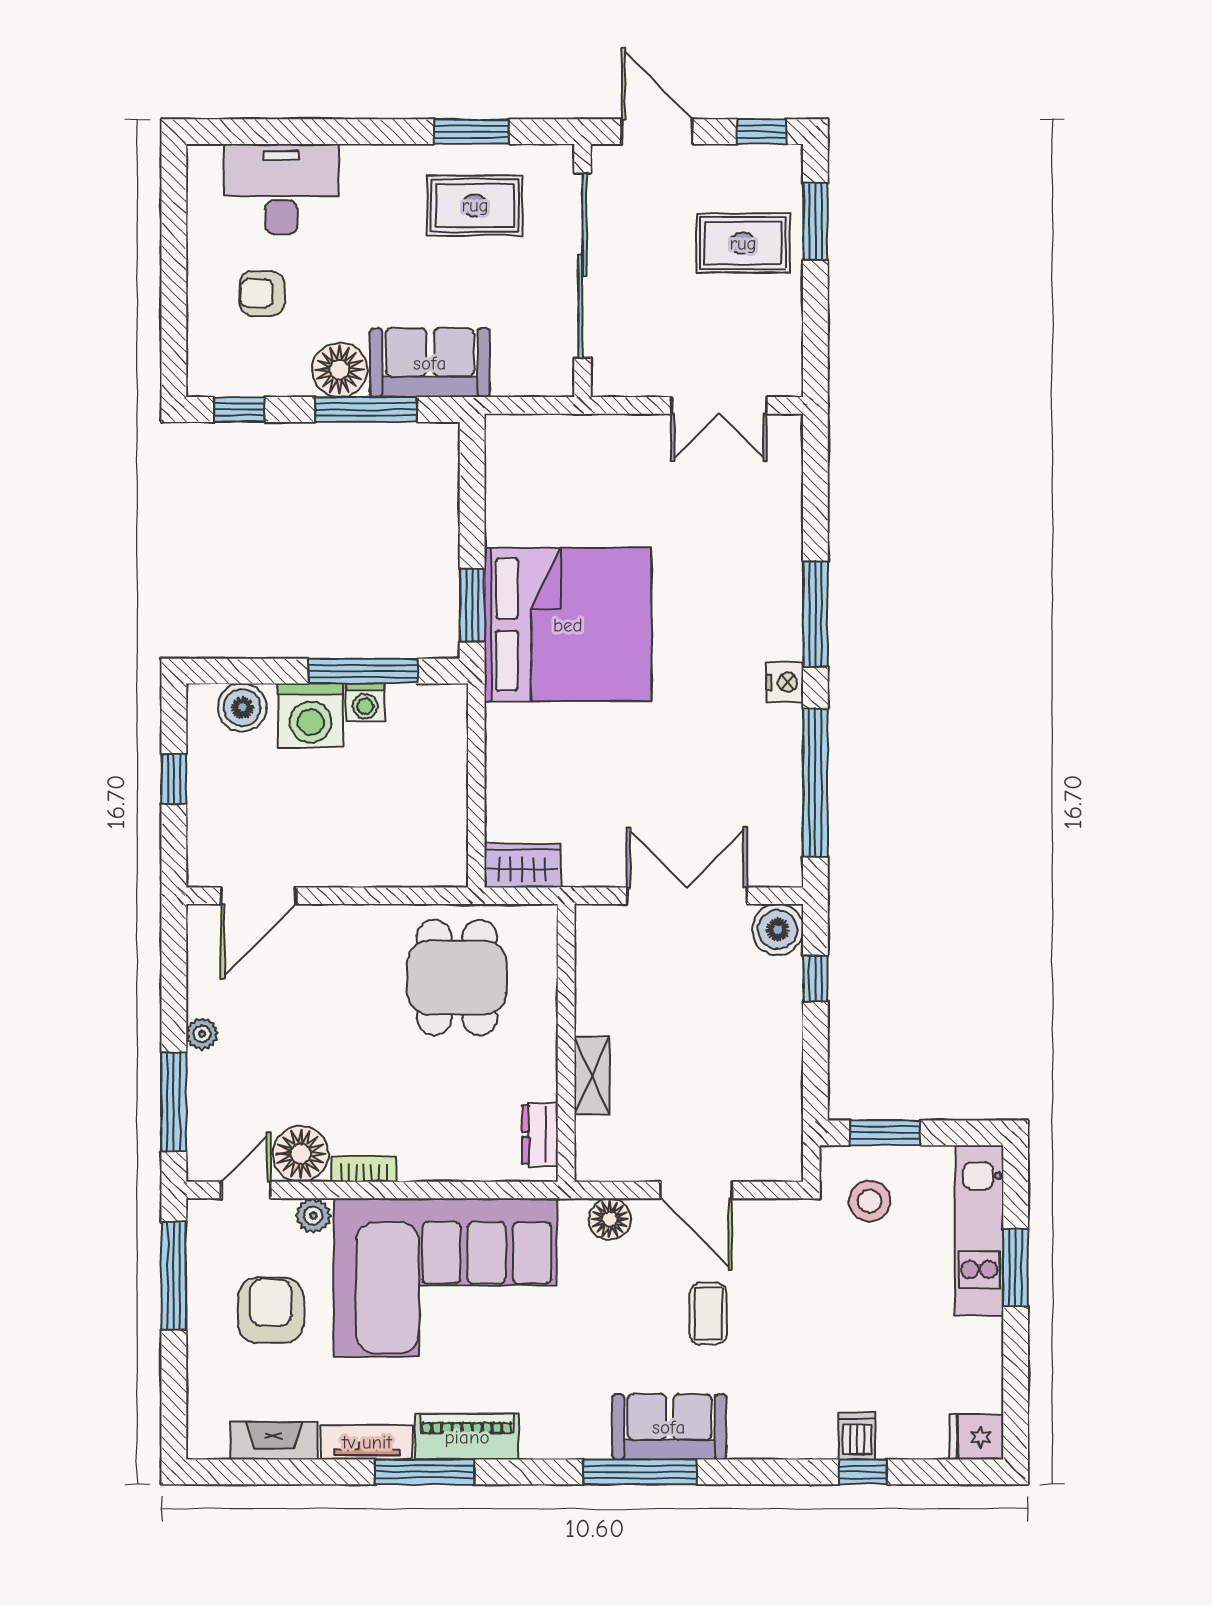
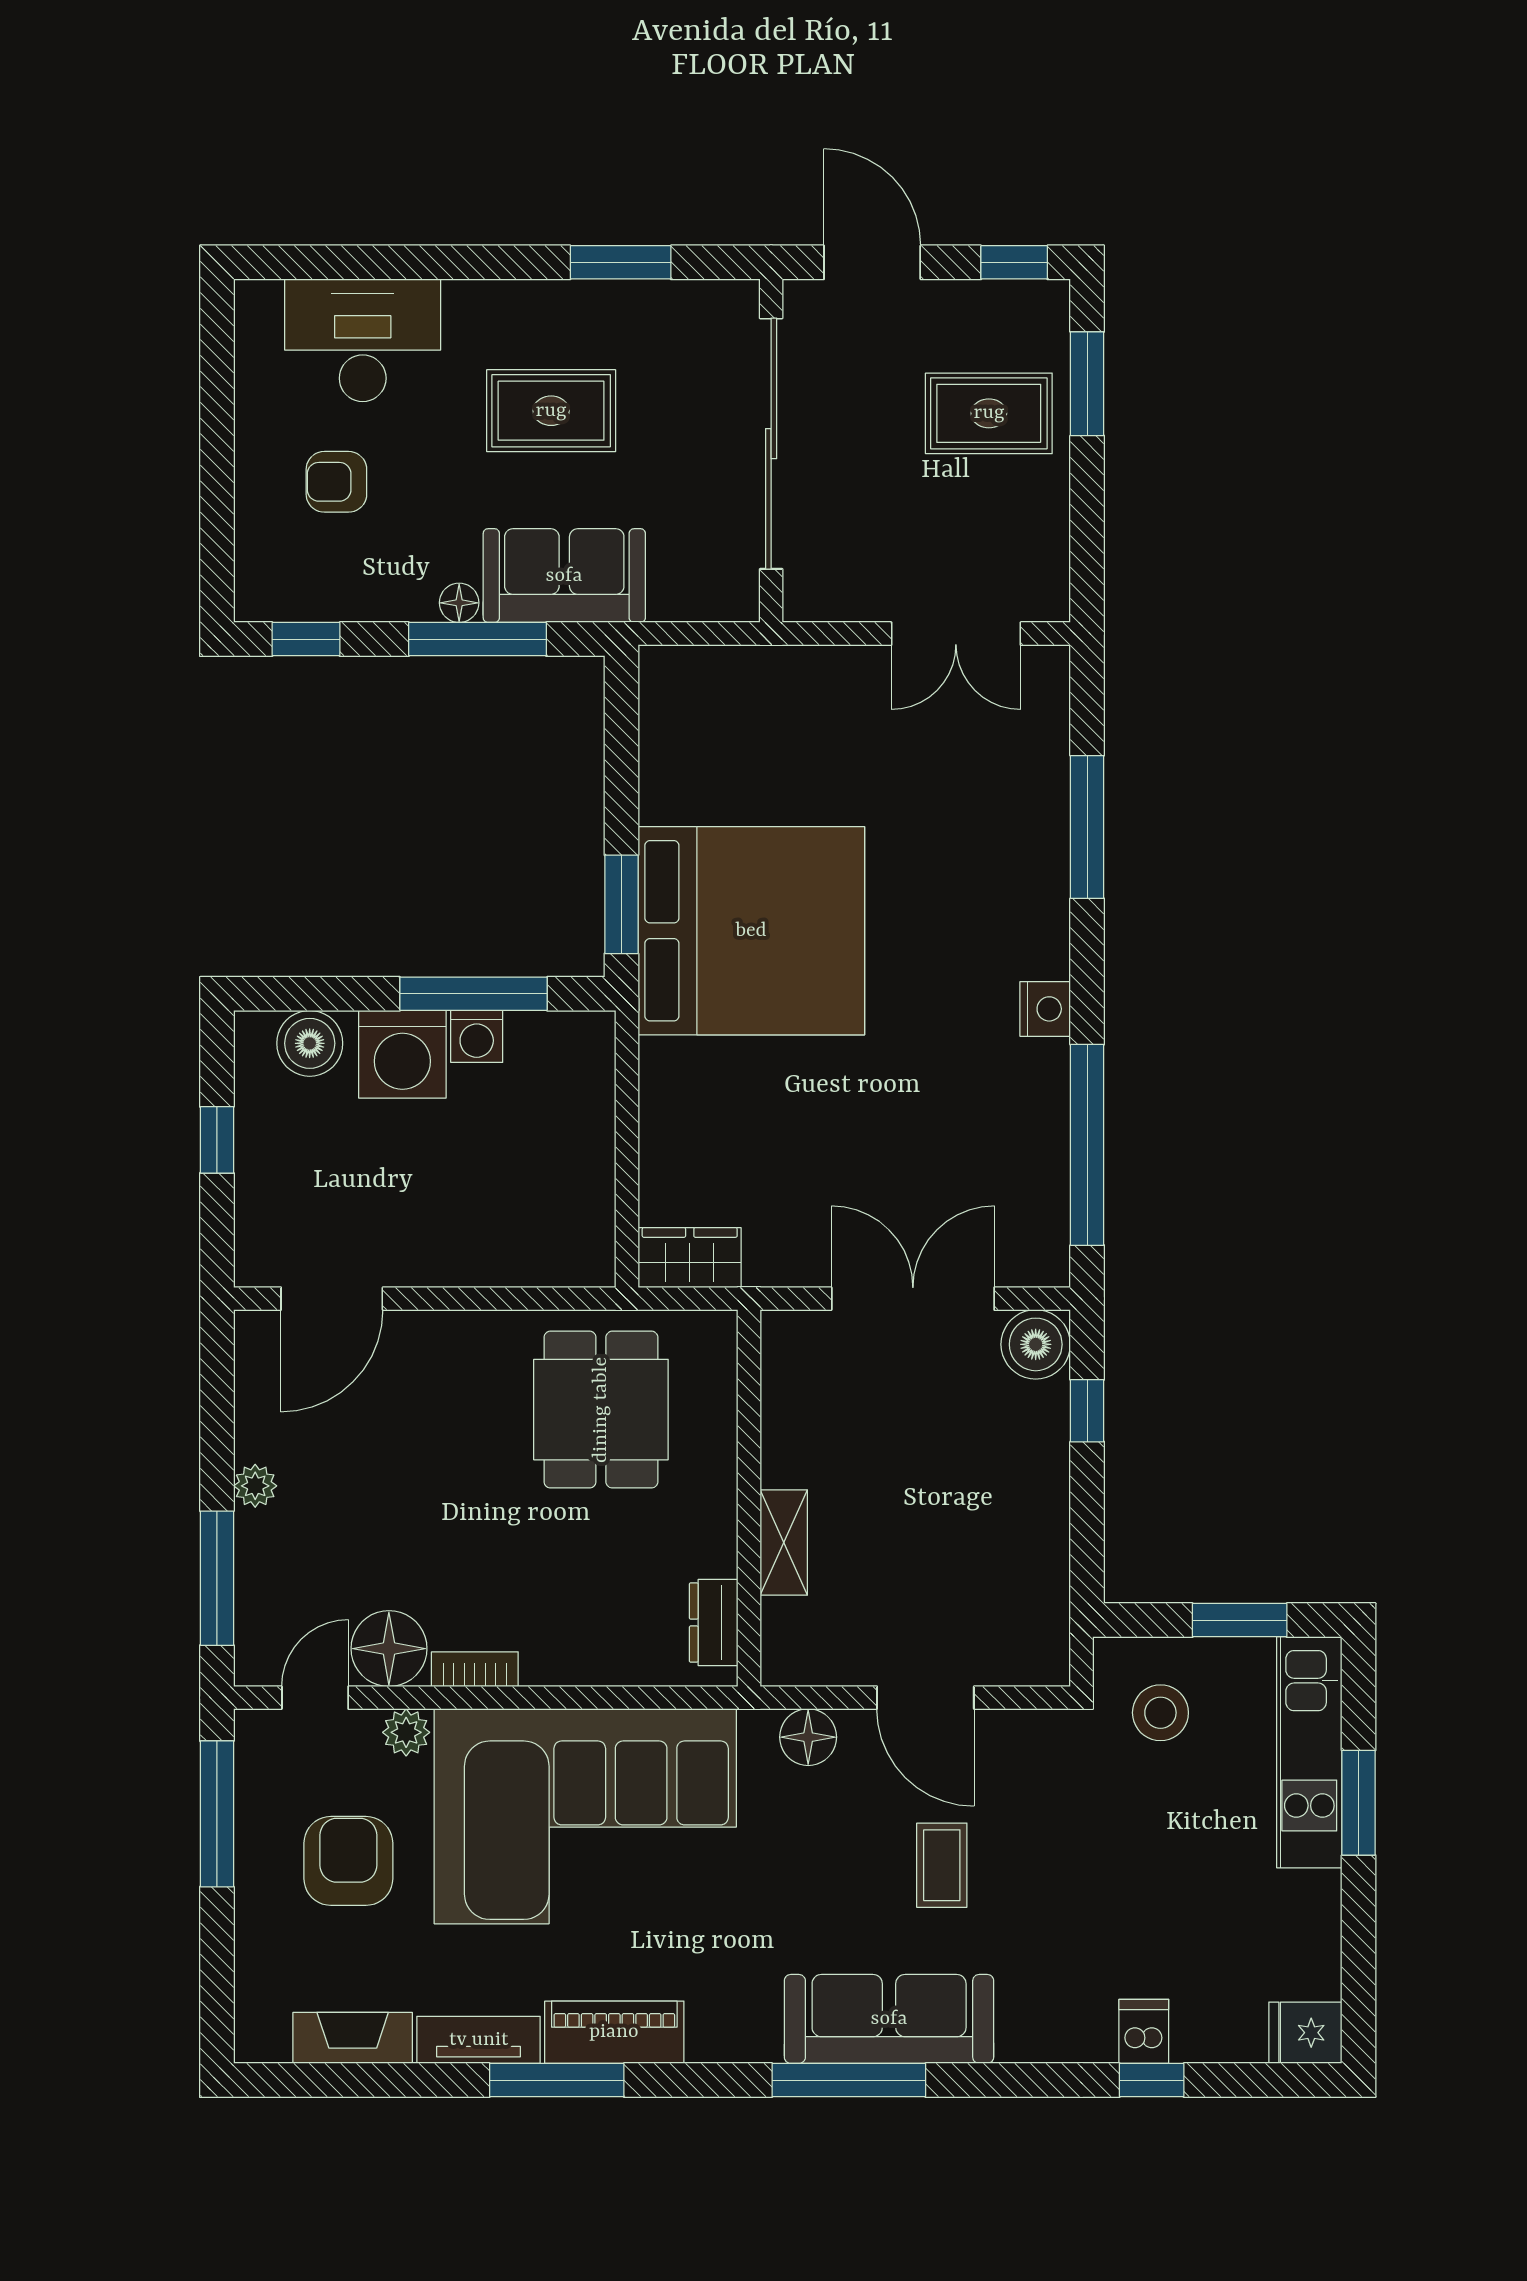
rug: (475, 205) -> (551, 411), moved
floor lamp: (340, 370) -> (459, 603), width x0.53, depth x0.53
window: (815, 614) -> (1087, 827), moved
window: (885, 1133) -> (1240, 1620), moved
sofa: (669, 1427) -> (889, 2019), width x1.36

